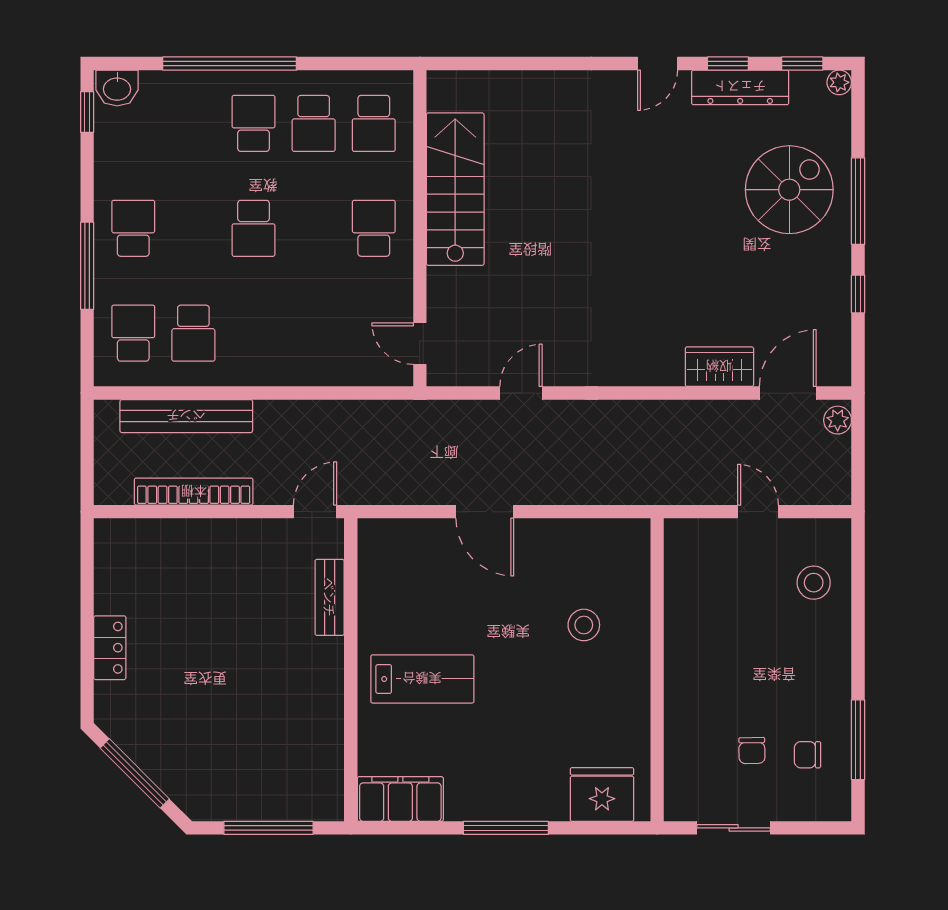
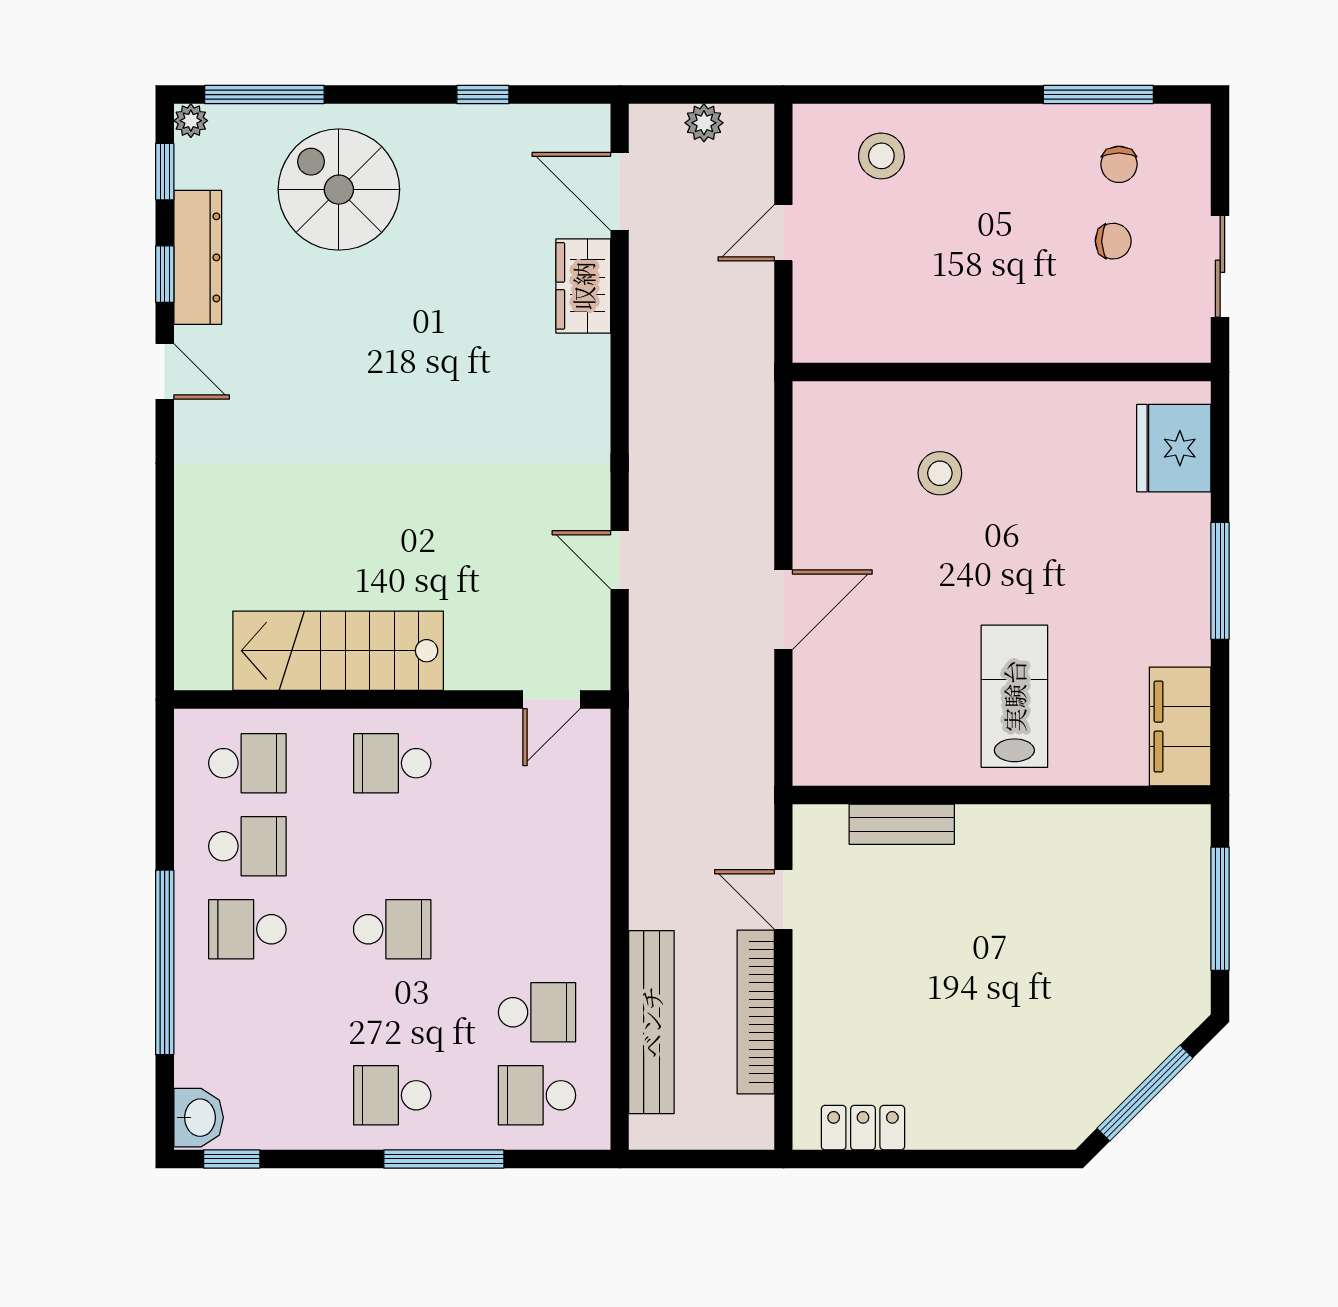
window: (858, 201) -> (264, 95), moved
plant: (838, 420) -> (704, 123), moved
door: (315, 512) -> (783, 900), moved
locker: (110, 648) -> (863, 1128), moved

